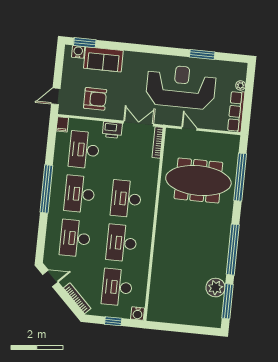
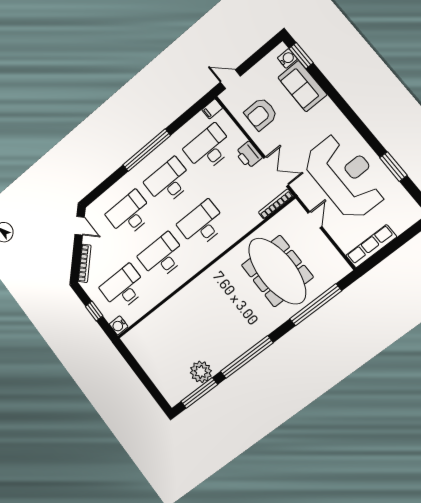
plant: (241, 85) -> (399, 228), removed
armchair: (95, 99) -> (261, 114), turned 90

